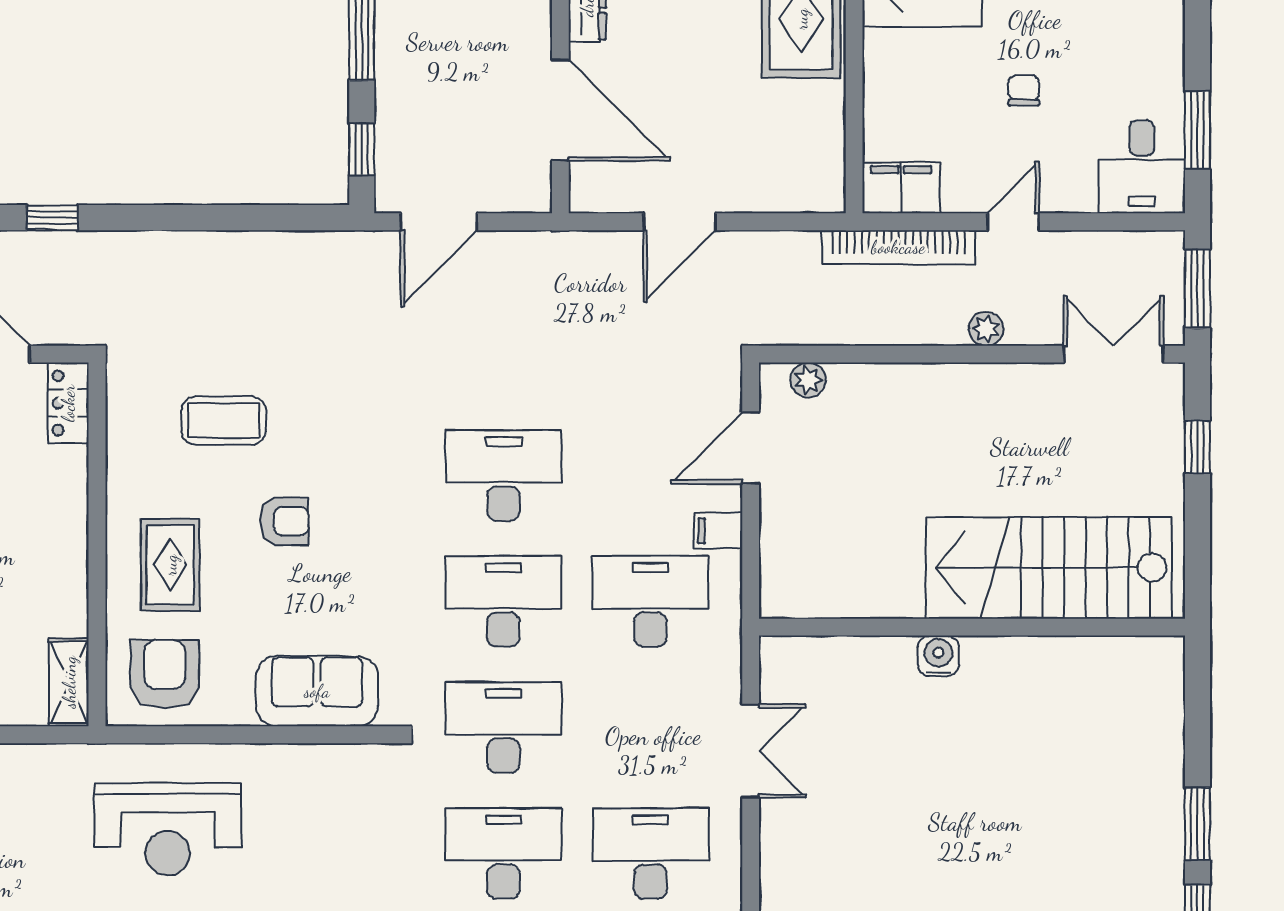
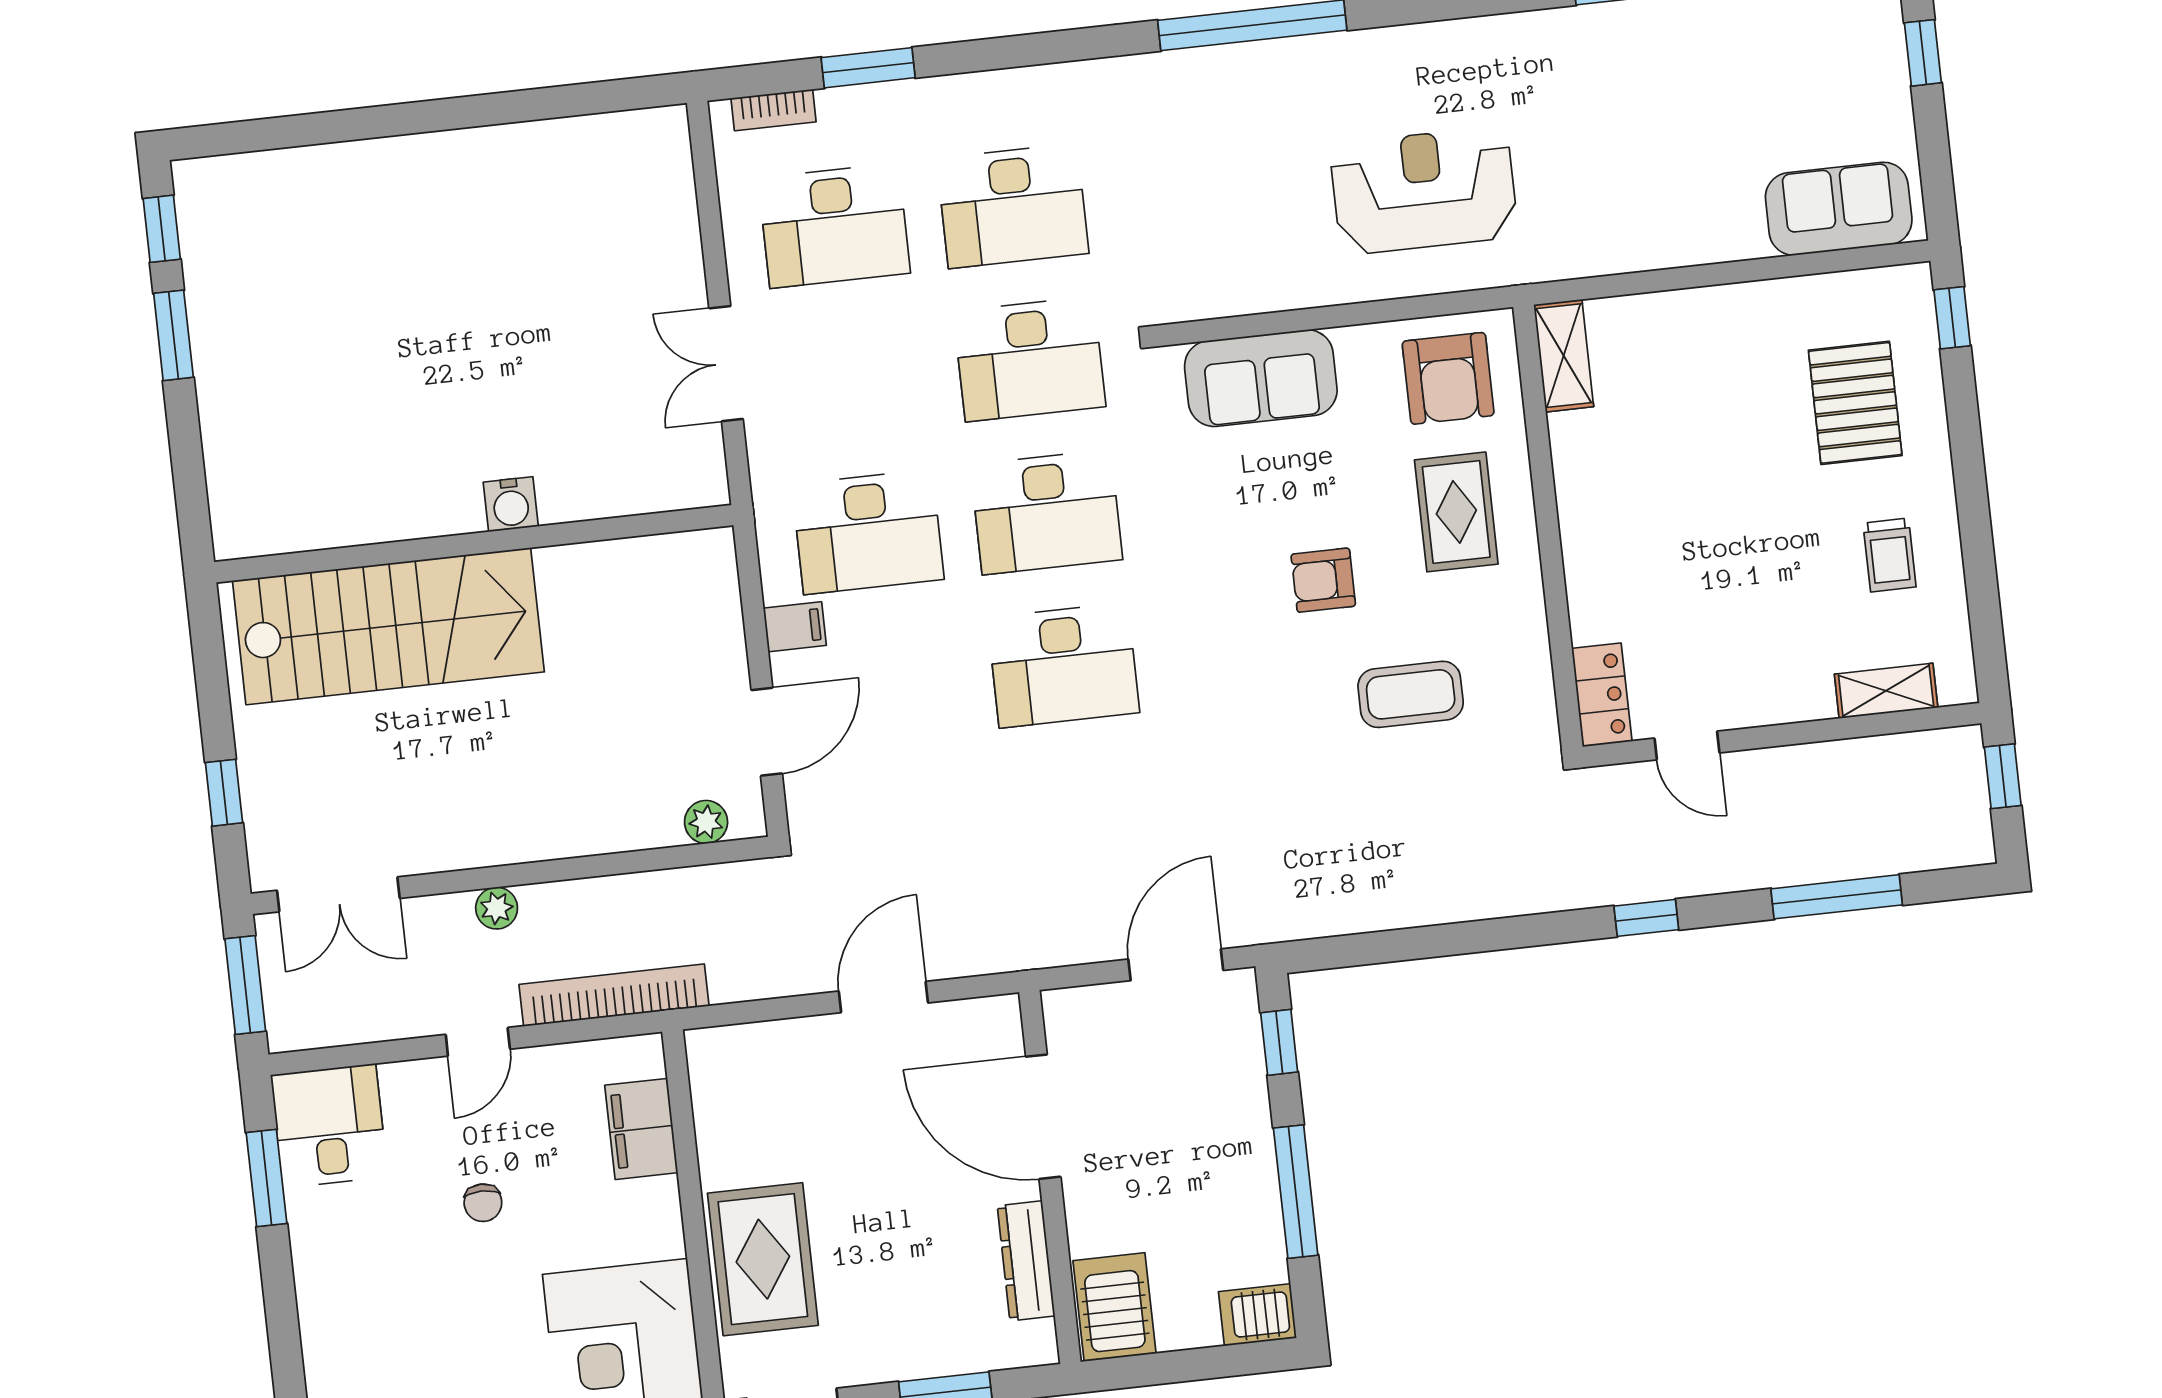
filing cabinet: (901, 188) -> (641, 1129), moved, turned 90

